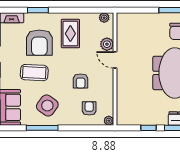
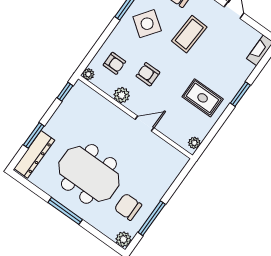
window: (38, 10) -> (240, 94), moved
armchair: (39, 43) -> (216, 60), removed
plant: (107, 44) -> (122, 95), moved
window: (149, 128) -> (65, 92), moved

